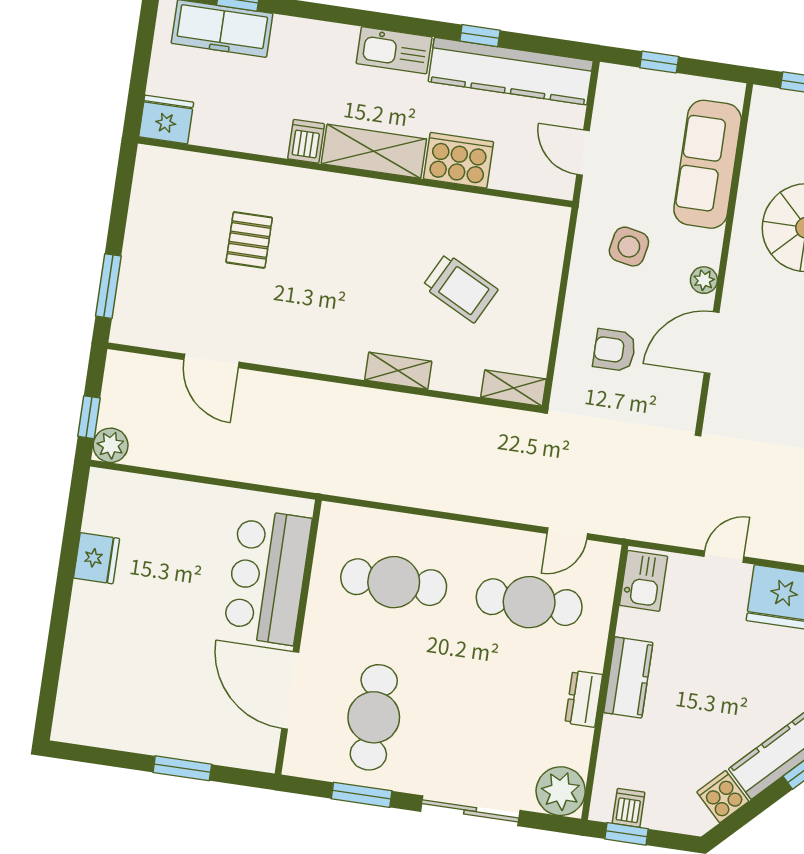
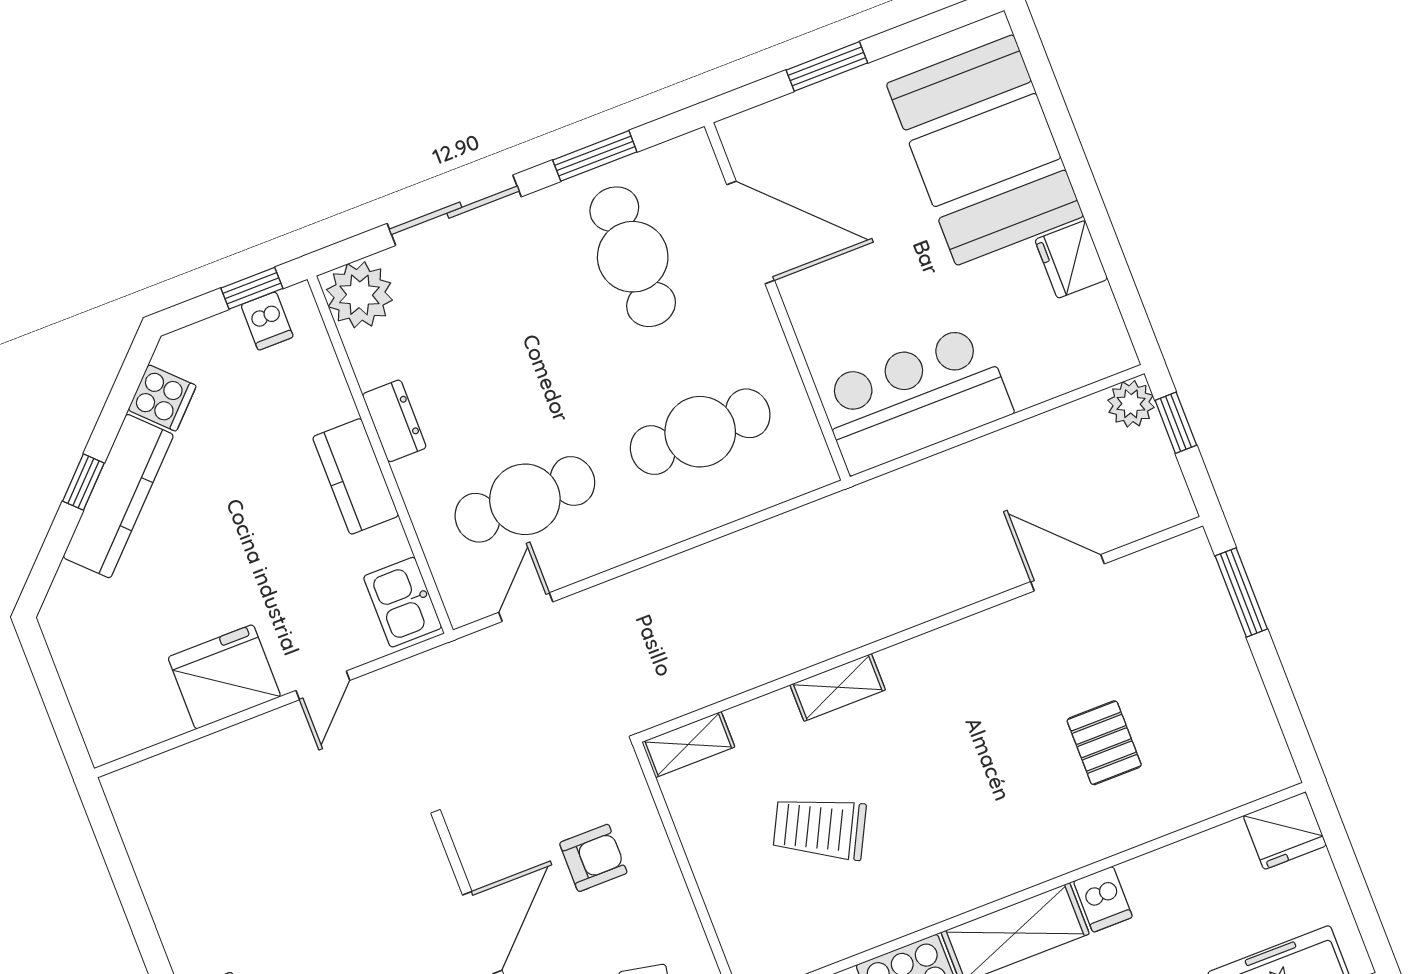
bar counter: (267, 577) -> (915, 399), moved, turned -90
booth: (112, 659) -> (985, 150), added

